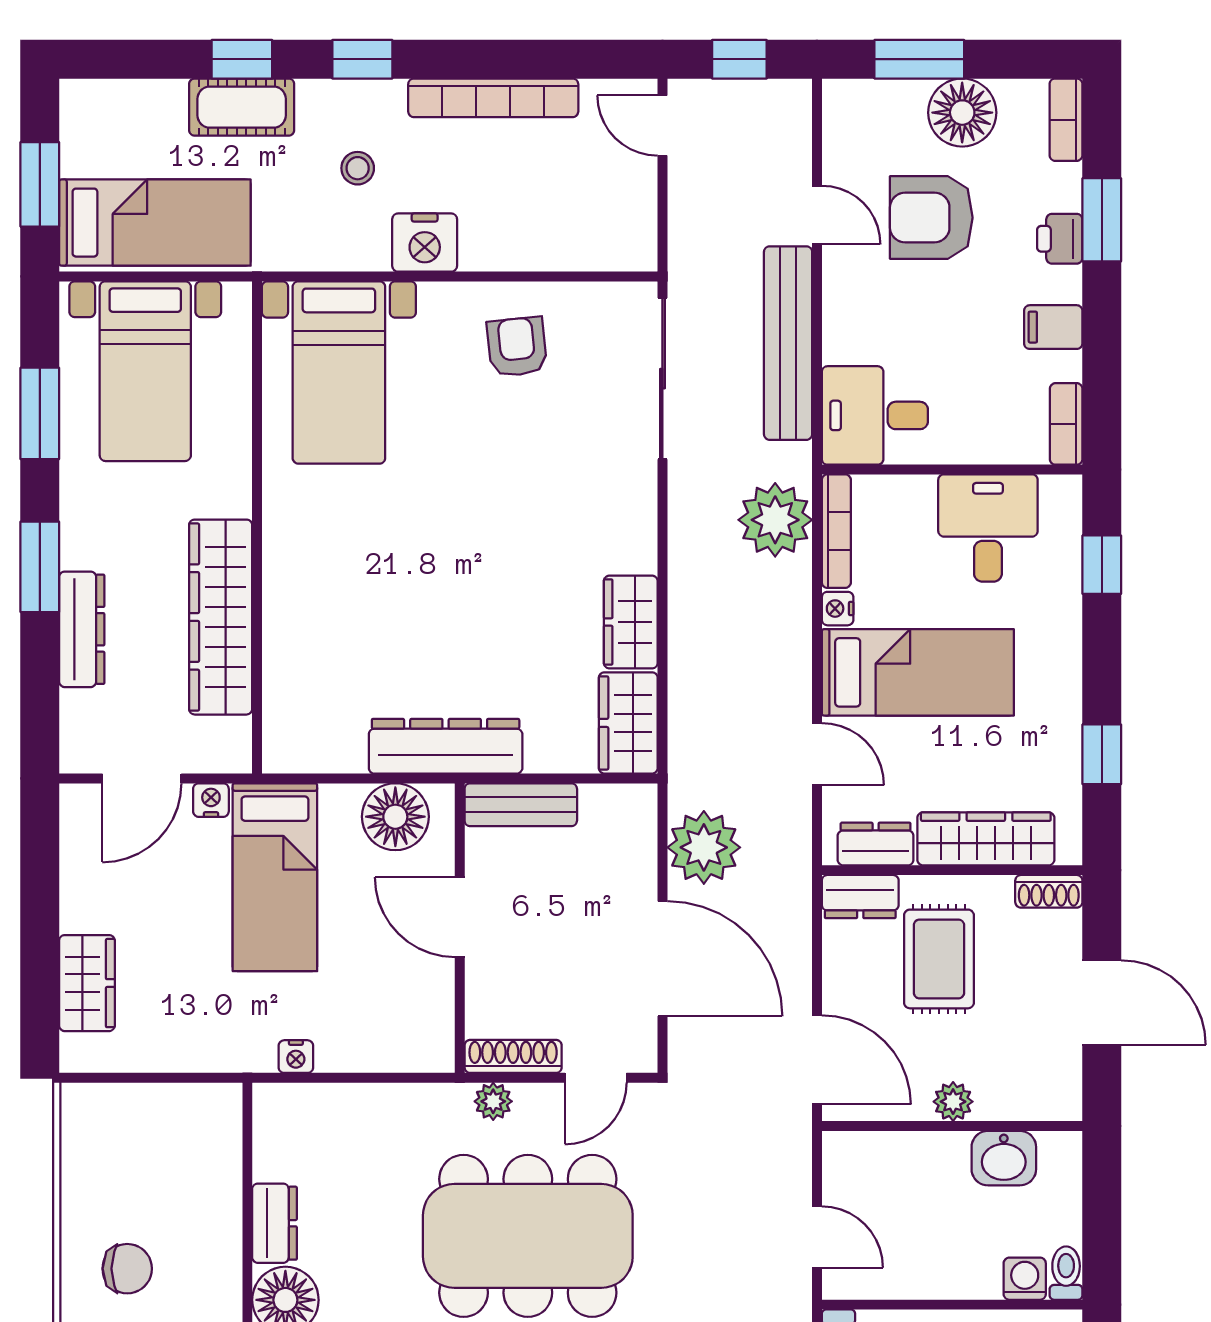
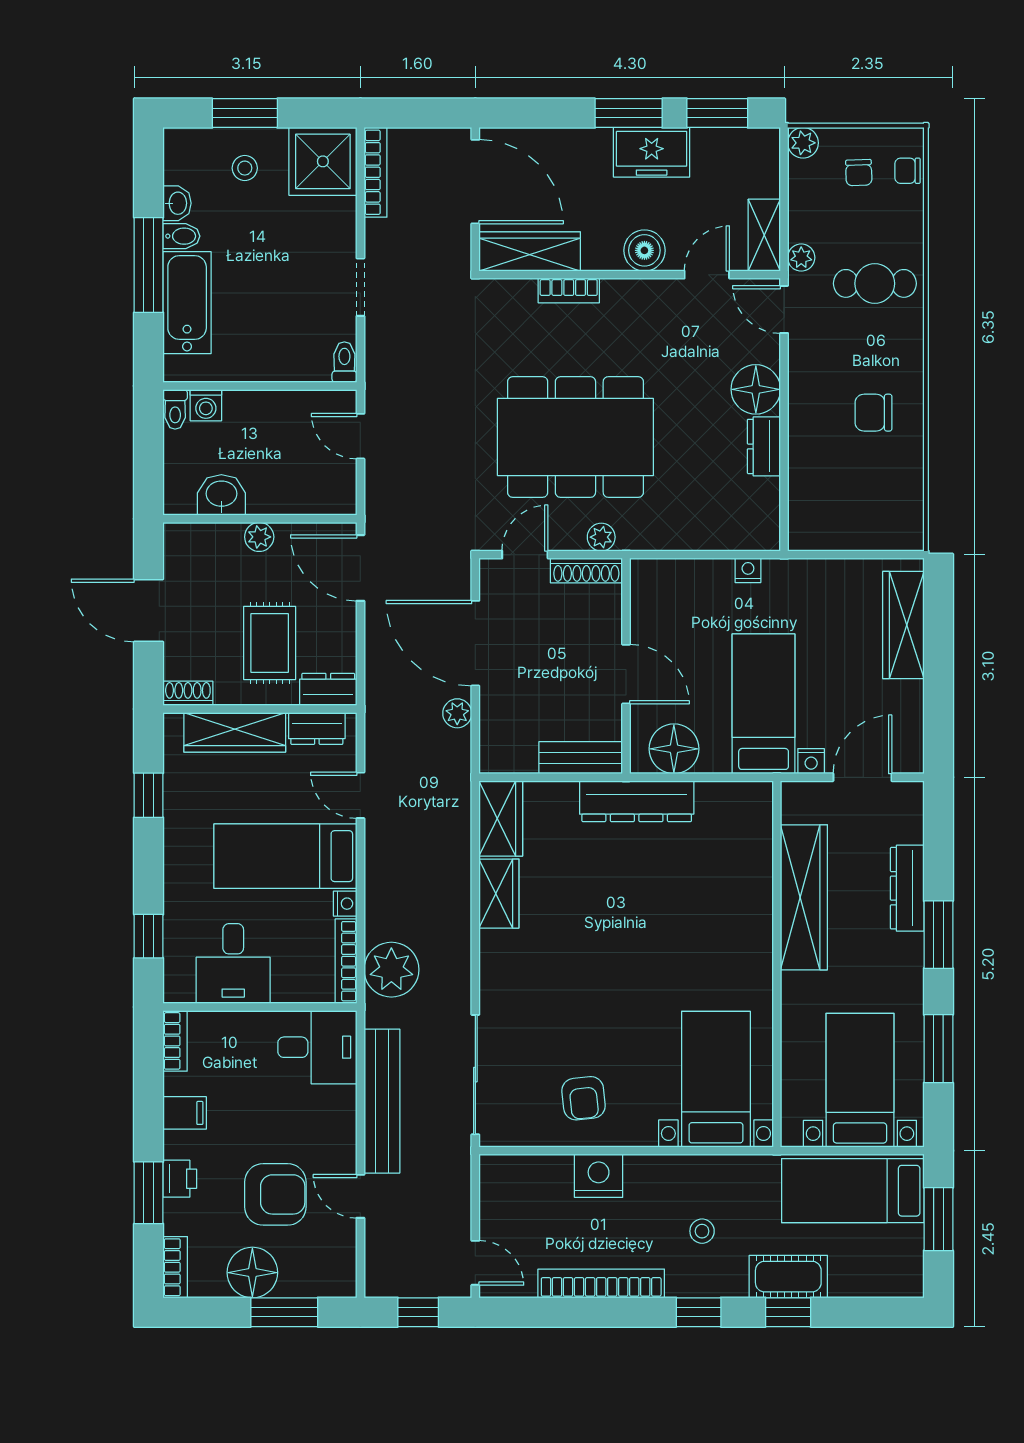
nightstand: (425, 243) -> (599, 1176), moved
plant: (704, 847) -> (457, 713), width x0.53, depth x0.53
wardrobe: (87, 983) -> (903, 625), width x1.50

